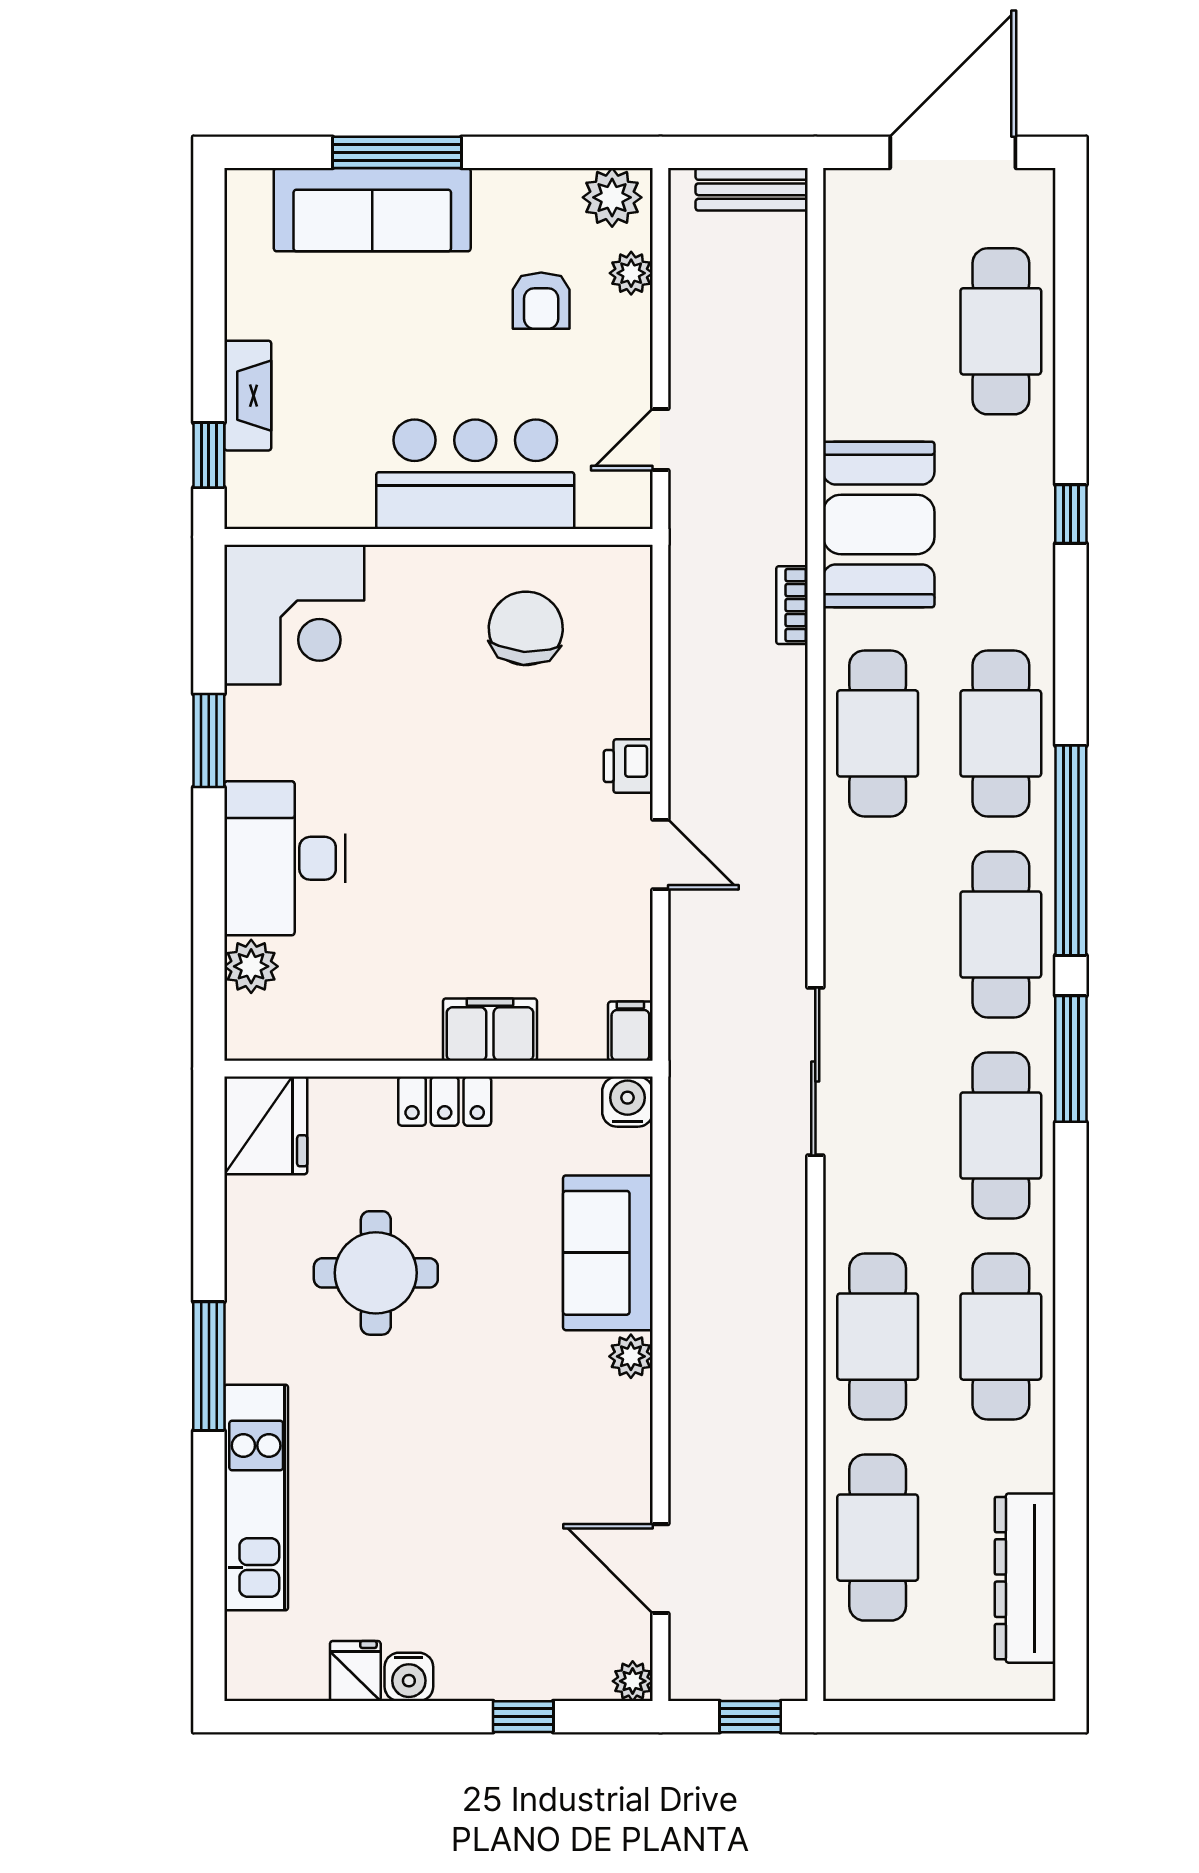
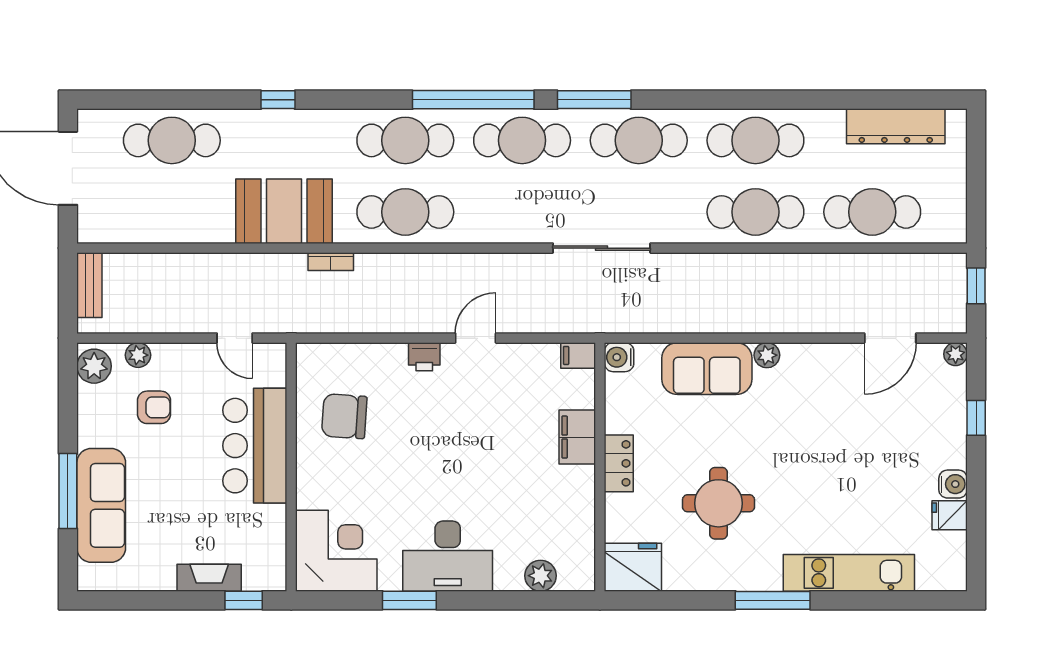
desk: (285, 858) -> (448, 556), moved

